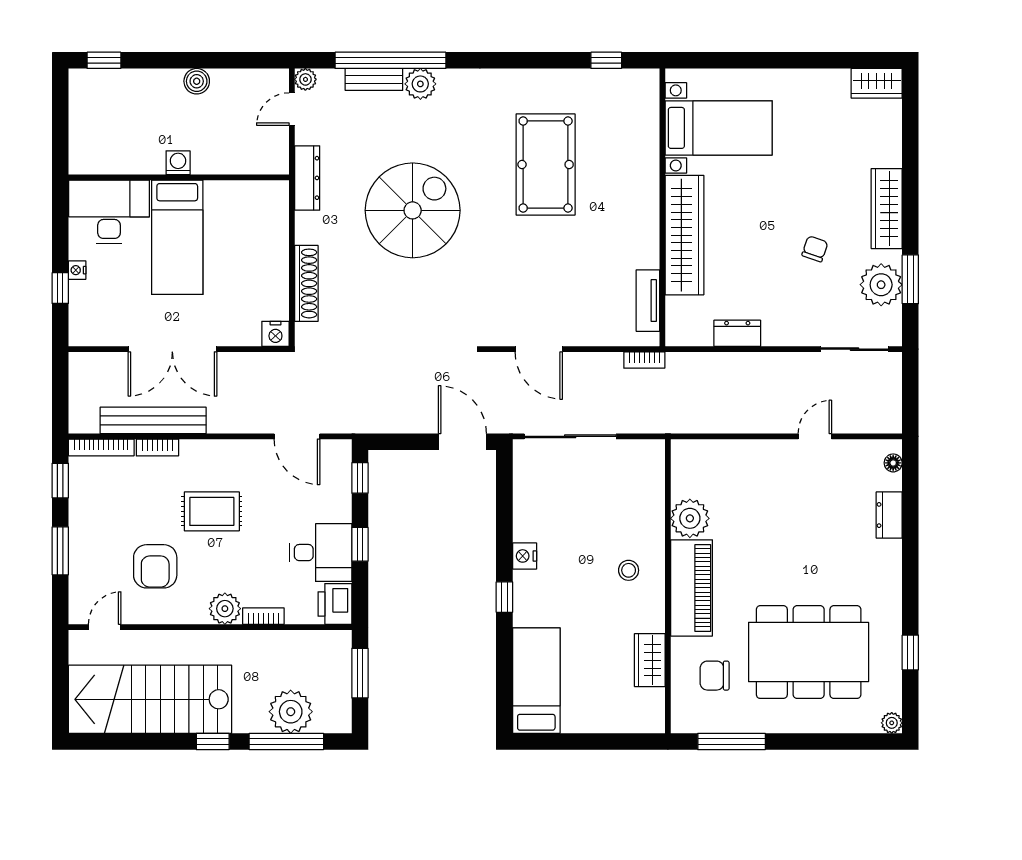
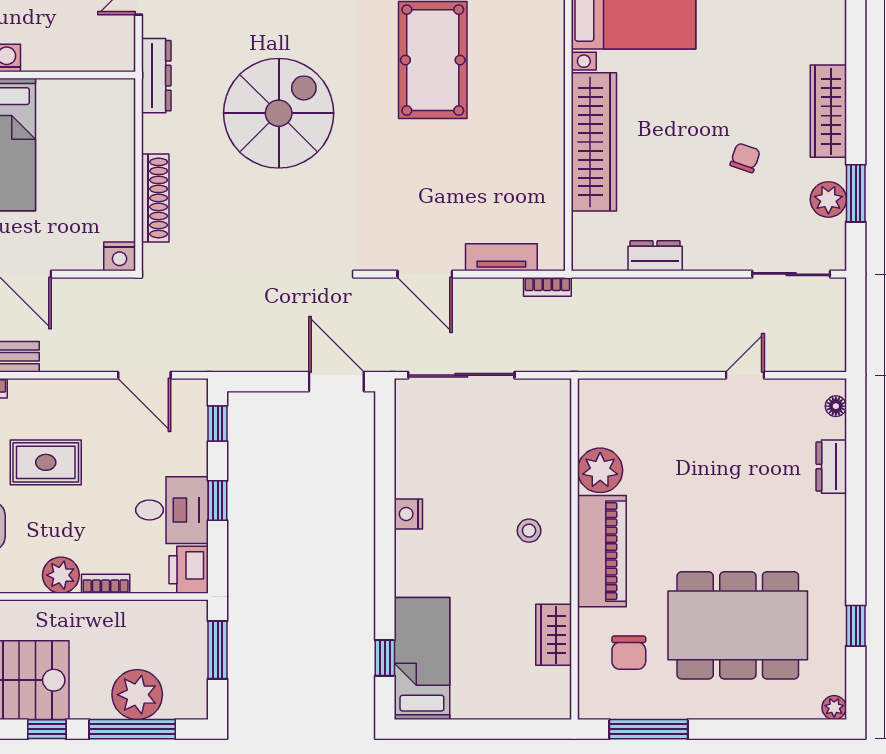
plant: (881, 285) -> (828, 199), width x0.73, depth x0.73
tv unit: (648, 301) -> (501, 257), moved, turned 90
window: (504, 597) -> (385, 658), moved
chair: (715, 676) -> (629, 653), turned -90

